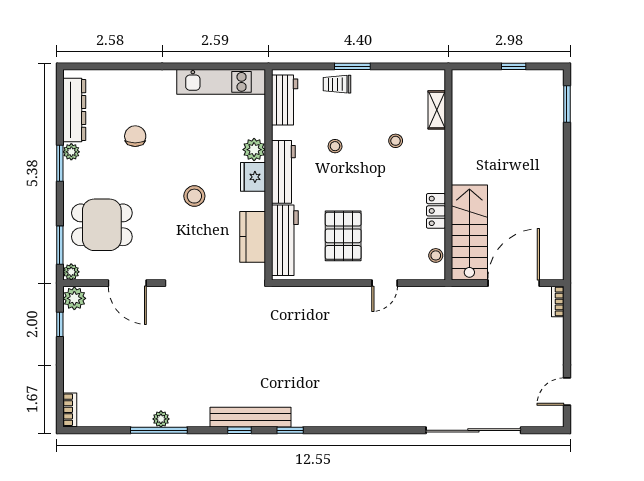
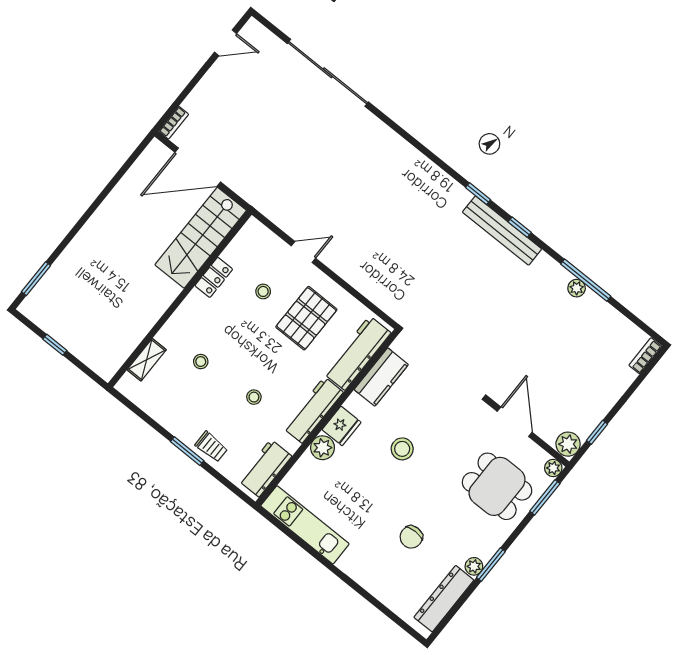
stool: (436, 255) -> (263, 291), moved

